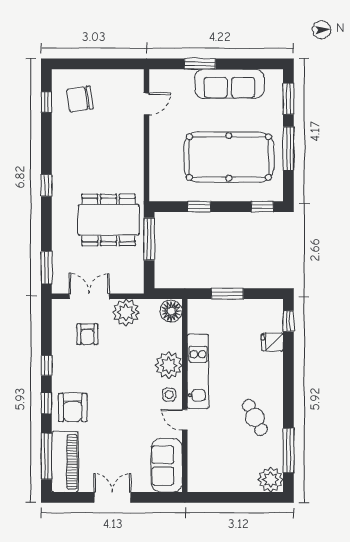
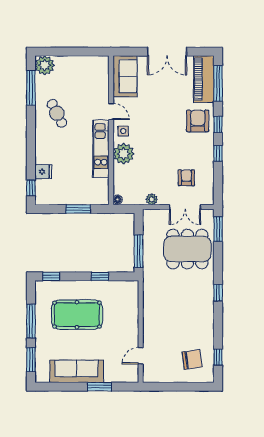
pool table: (229, 157) -> (77, 315), width x0.73, depth x0.76
dining table: (109, 220) -> (187, 249), moved
floor lamp: (171, 311) -> (118, 200), width x0.53, depth x0.53
plant: (126, 312) -> (152, 199), width x0.53, depth x0.53
double door: (112, 497) -> (167, 52), width x1.37

